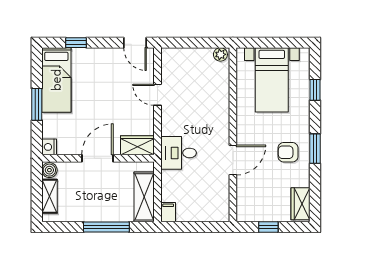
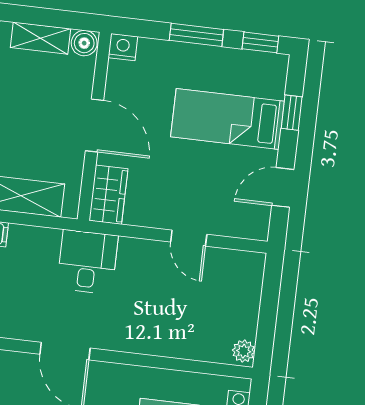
door: (135, 43) -> (283, 187), moved
window: (37, 66) -> (260, 42), added
bed: (56, 80) -> (228, 119), moved
door: (157, 95) -> (189, 238), swing flipped

